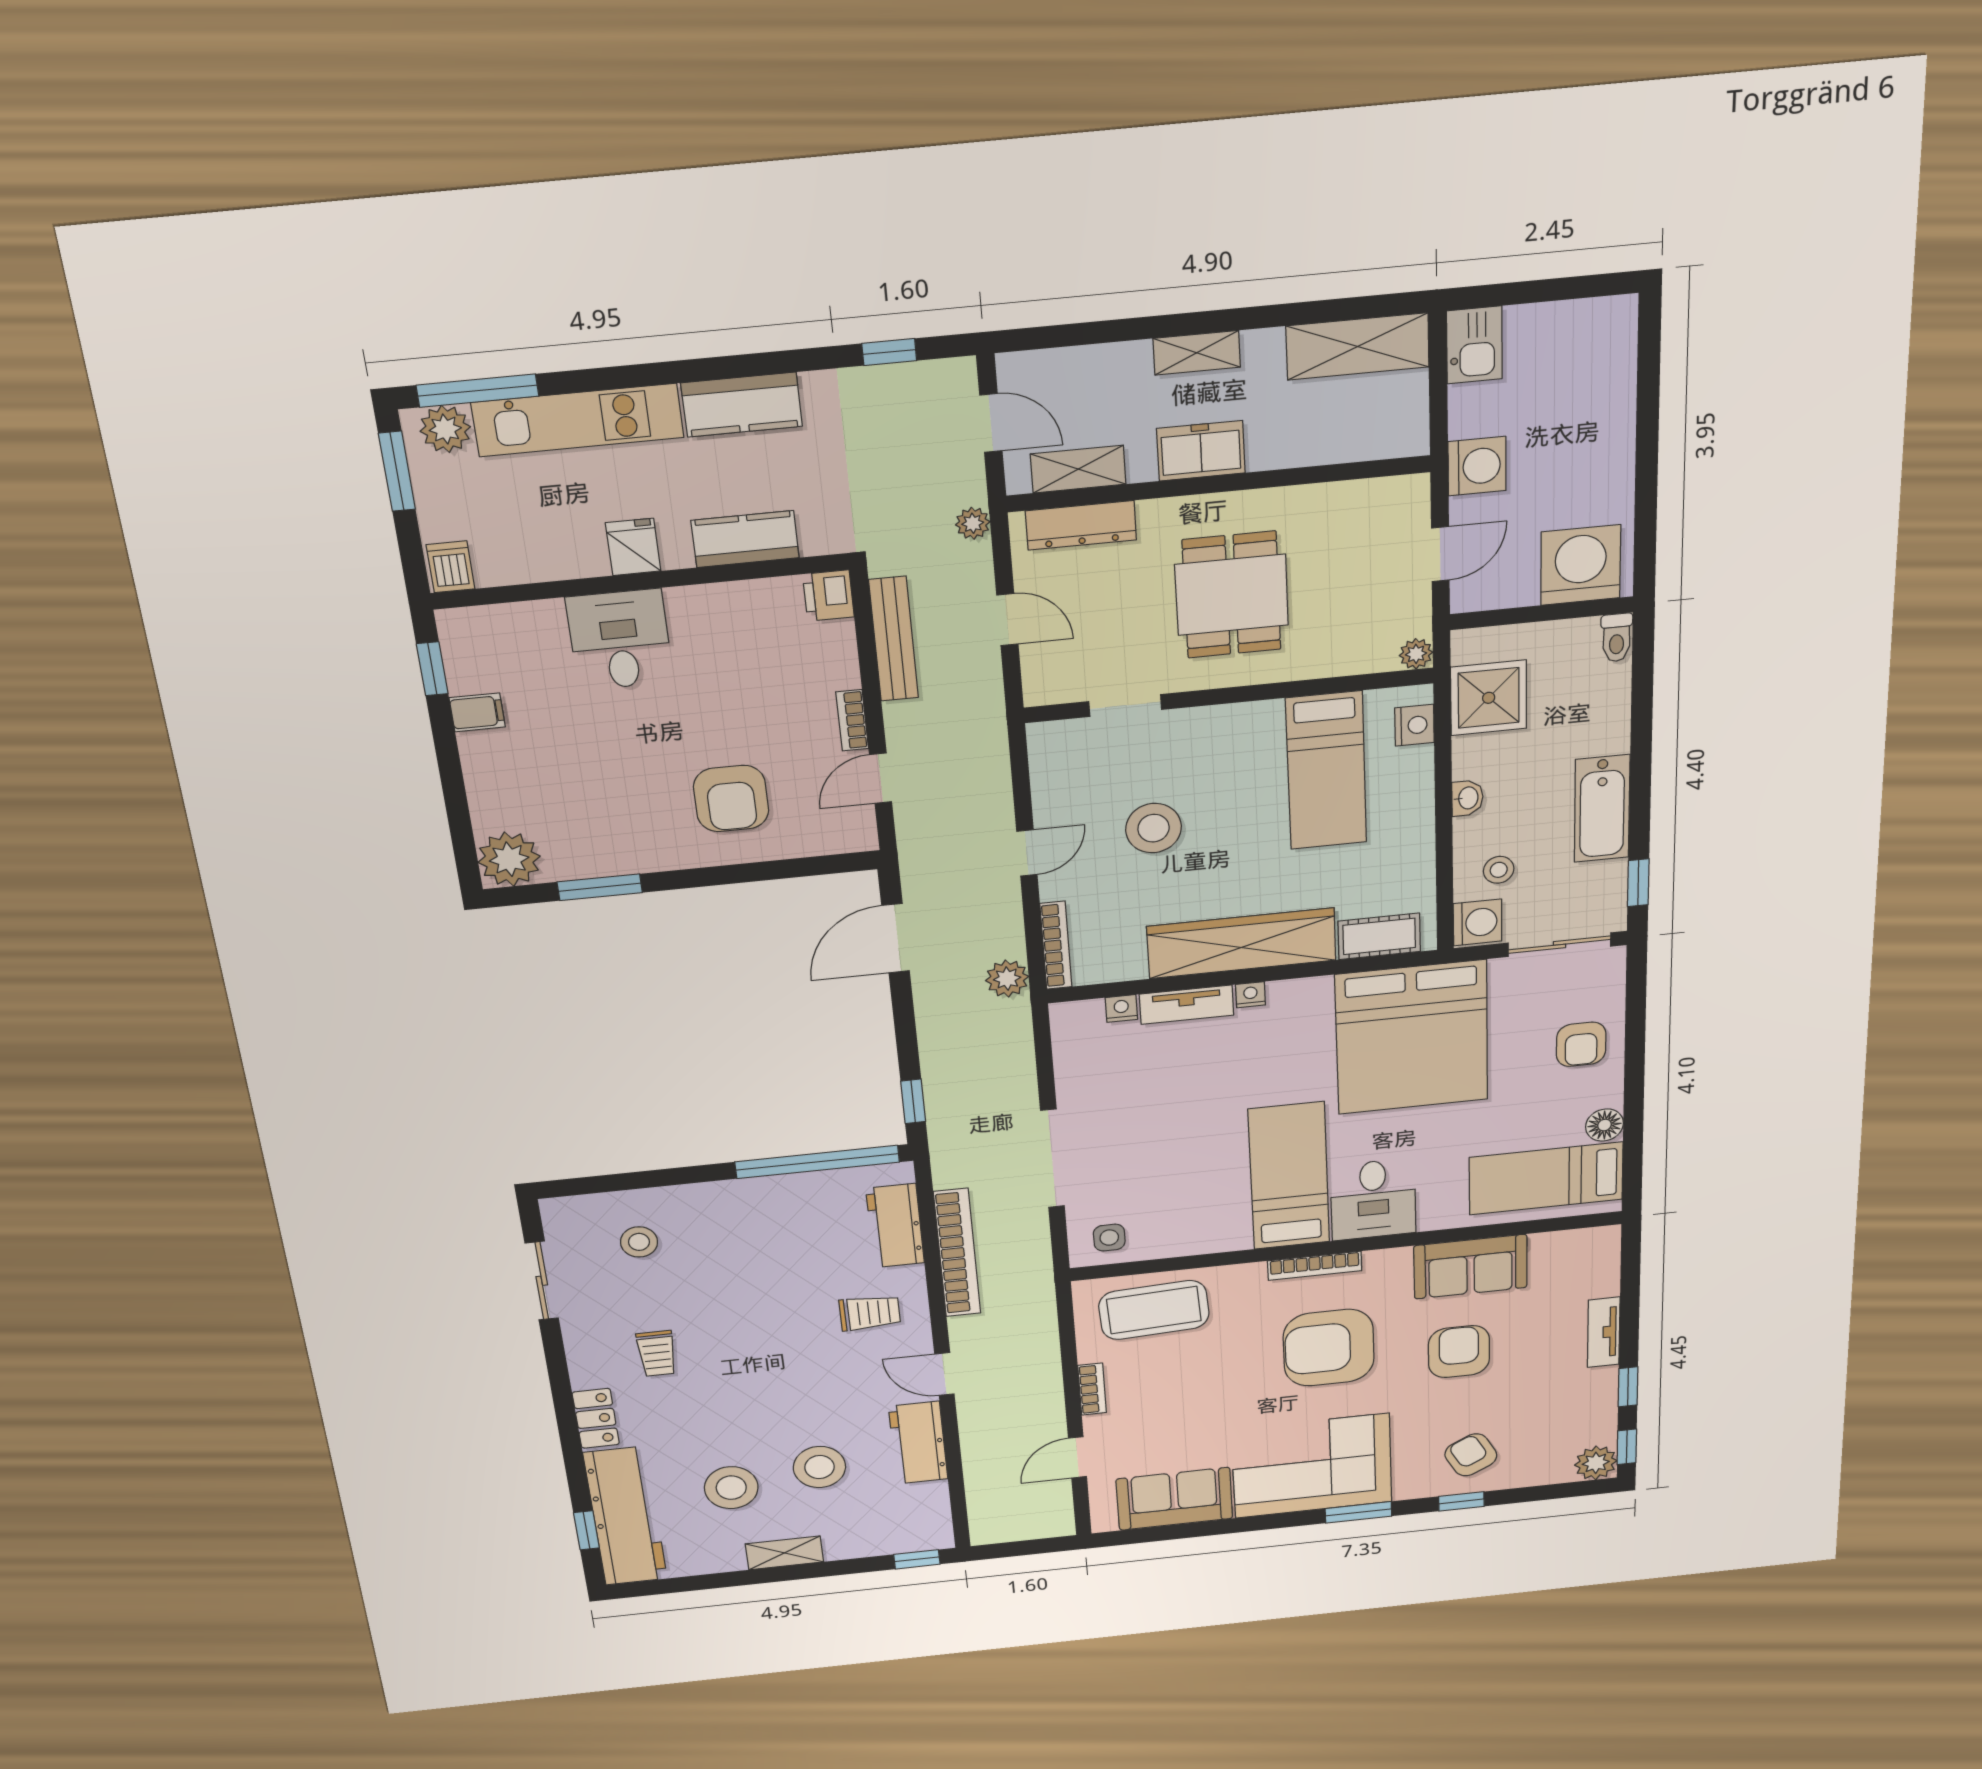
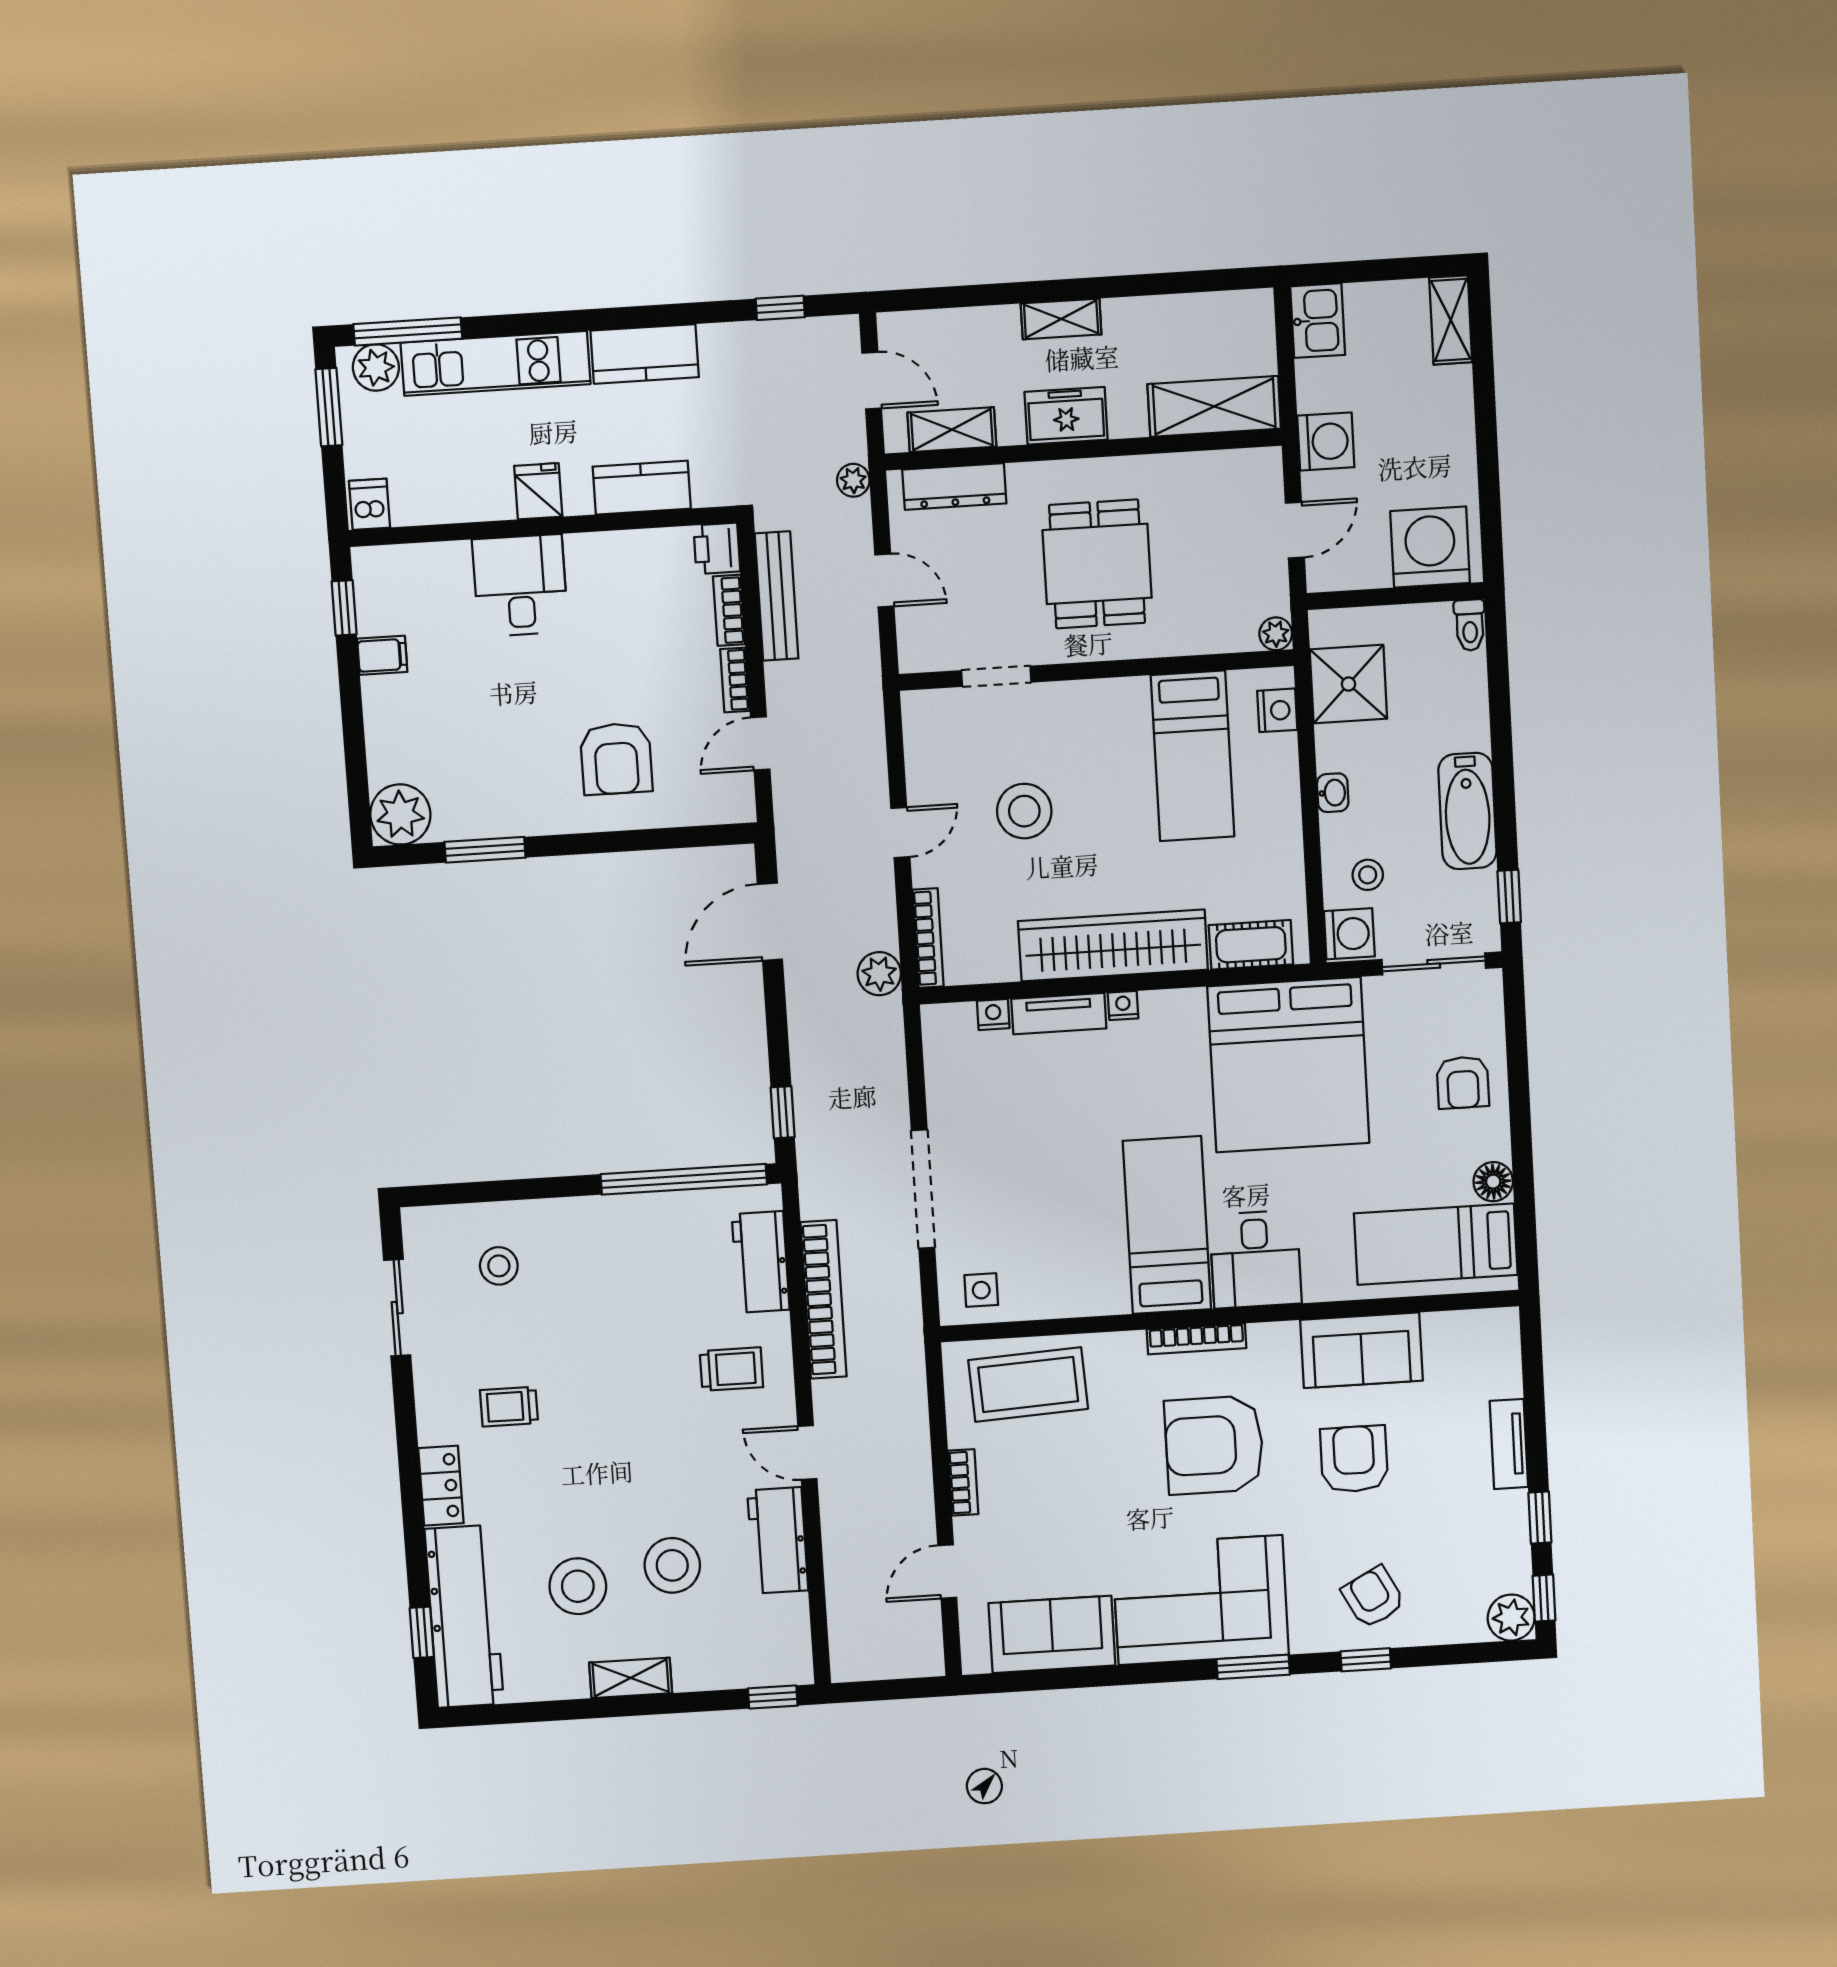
shelving: (1617, 339) -> (1451, 320), added
shelving: (1358, 346) -> (1214, 406), moved
bookcase: (844, 655) -> (729, 610), added
trolley: (657, 1353) -> (509, 1407), turned 90

